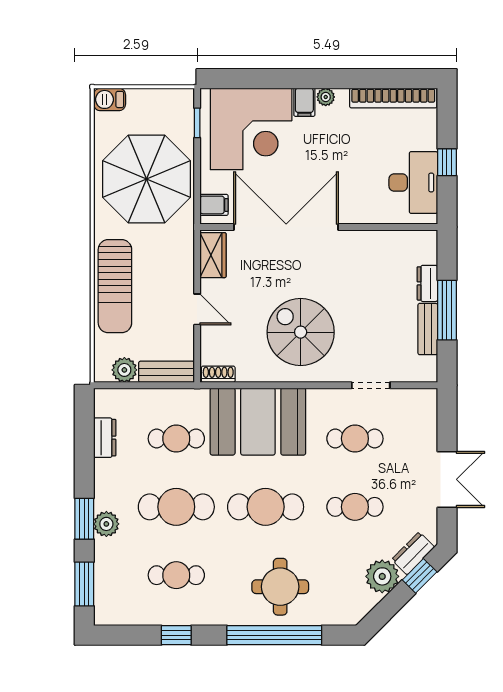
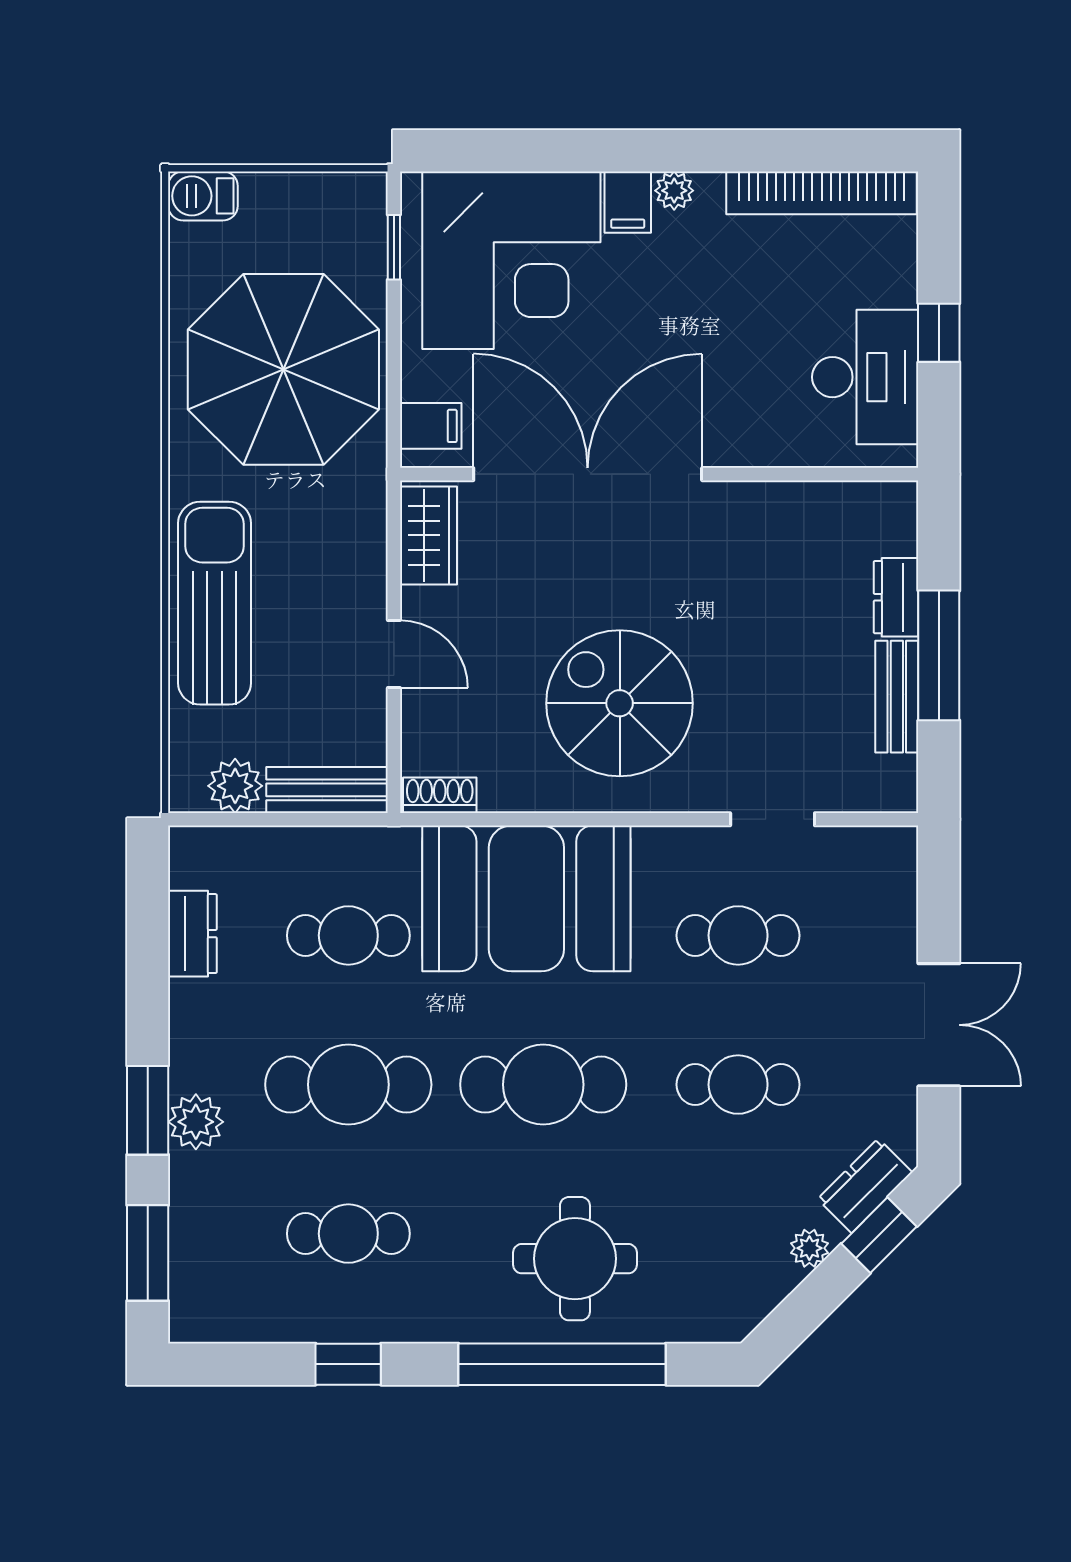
sun lounger: (115, 286) -> (215, 603), turned 180
plant: (382, 576) -> (809, 1248), width x0.53, depth x0.53

